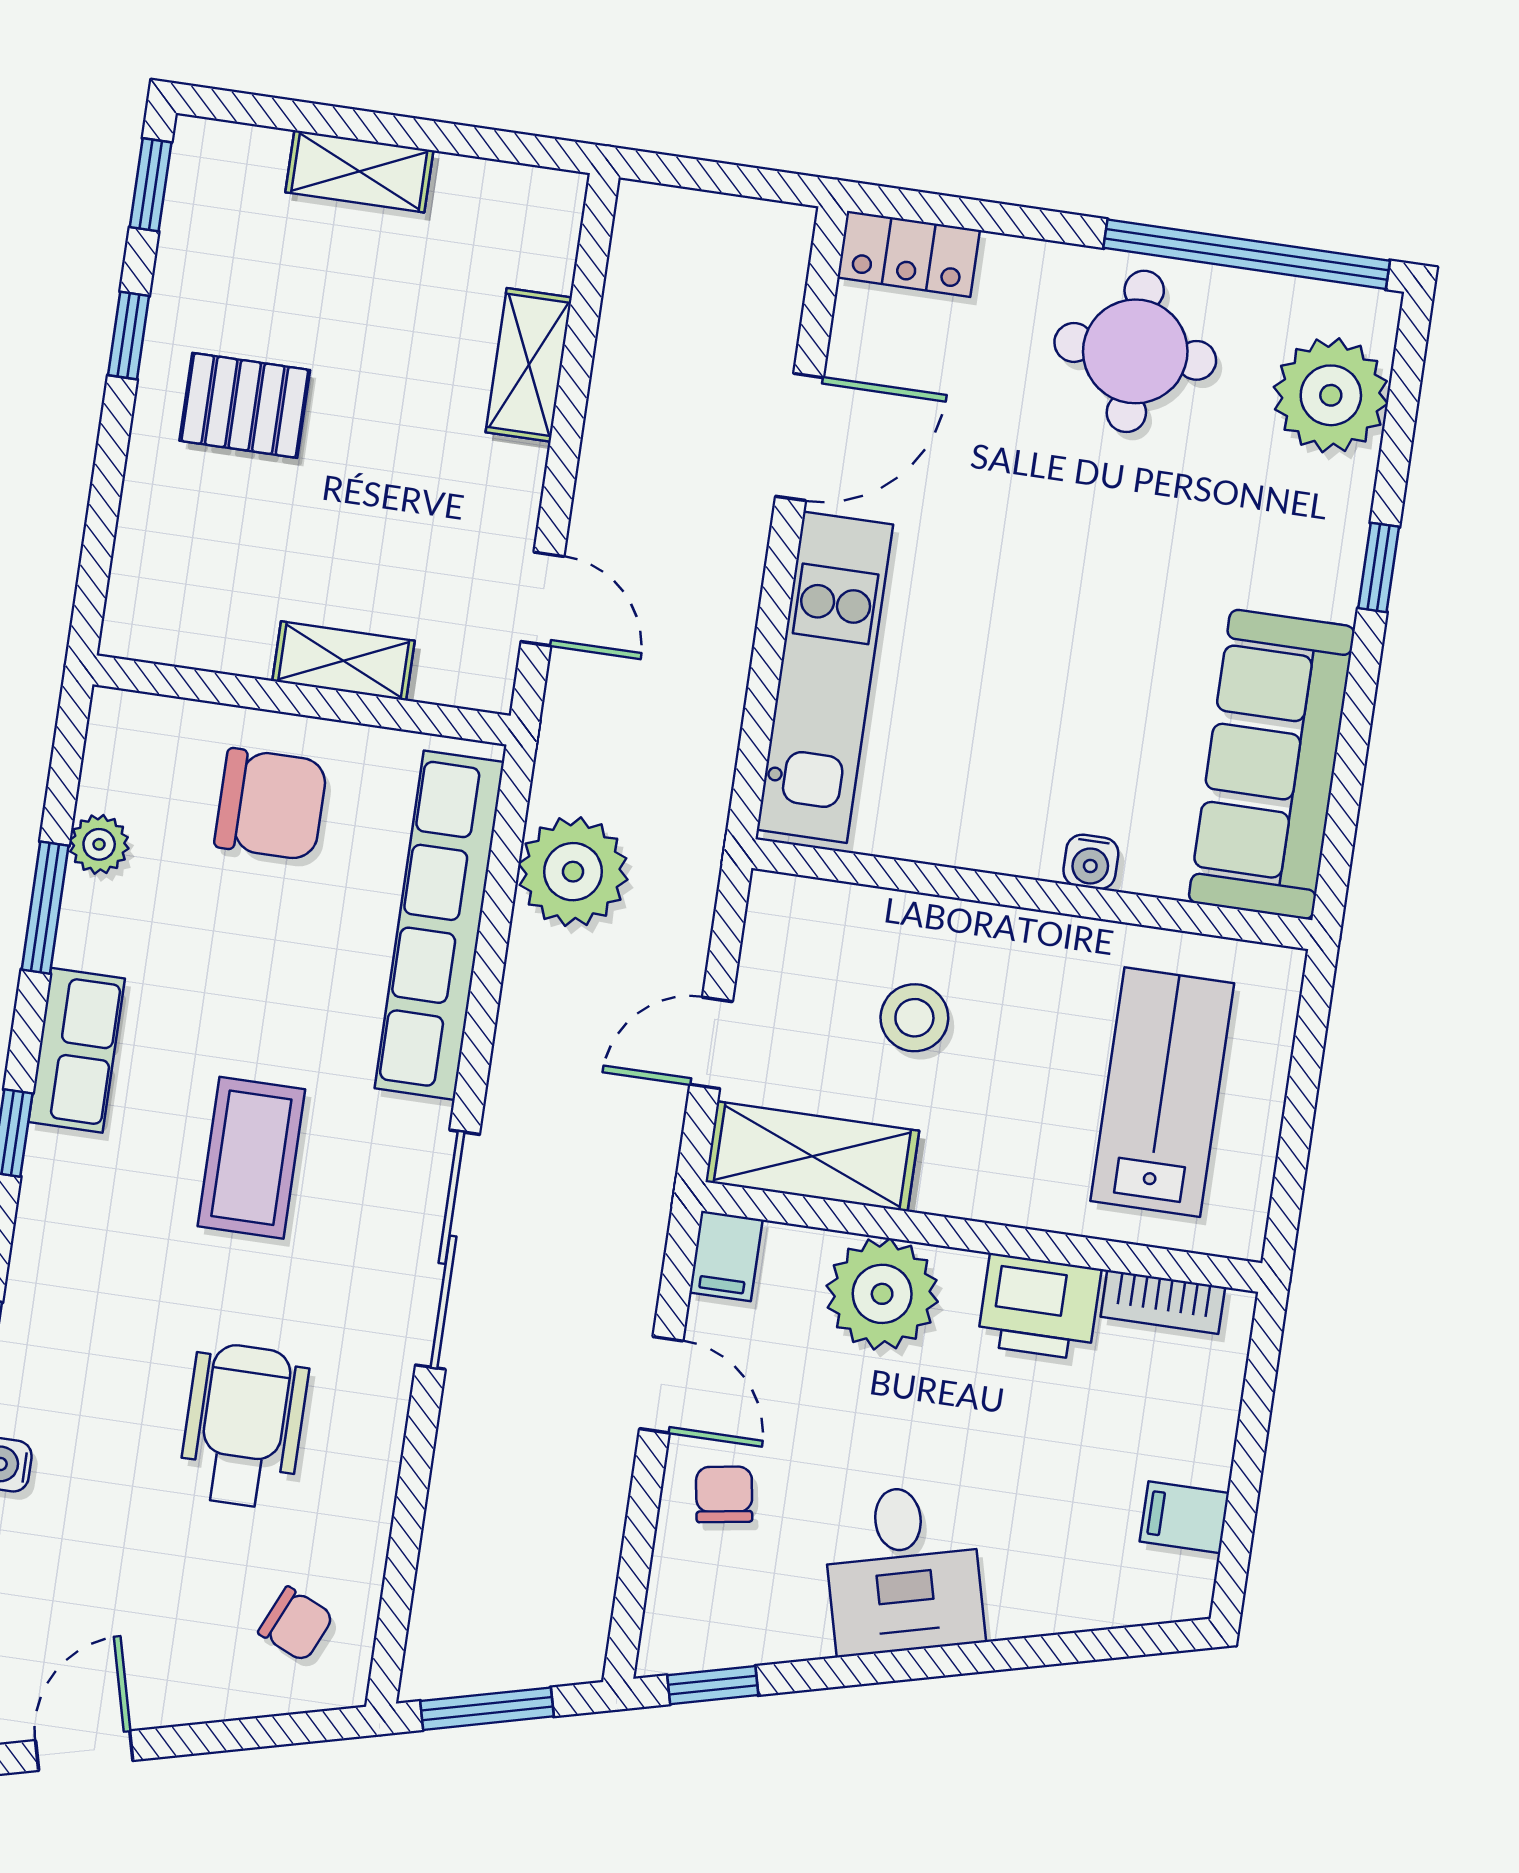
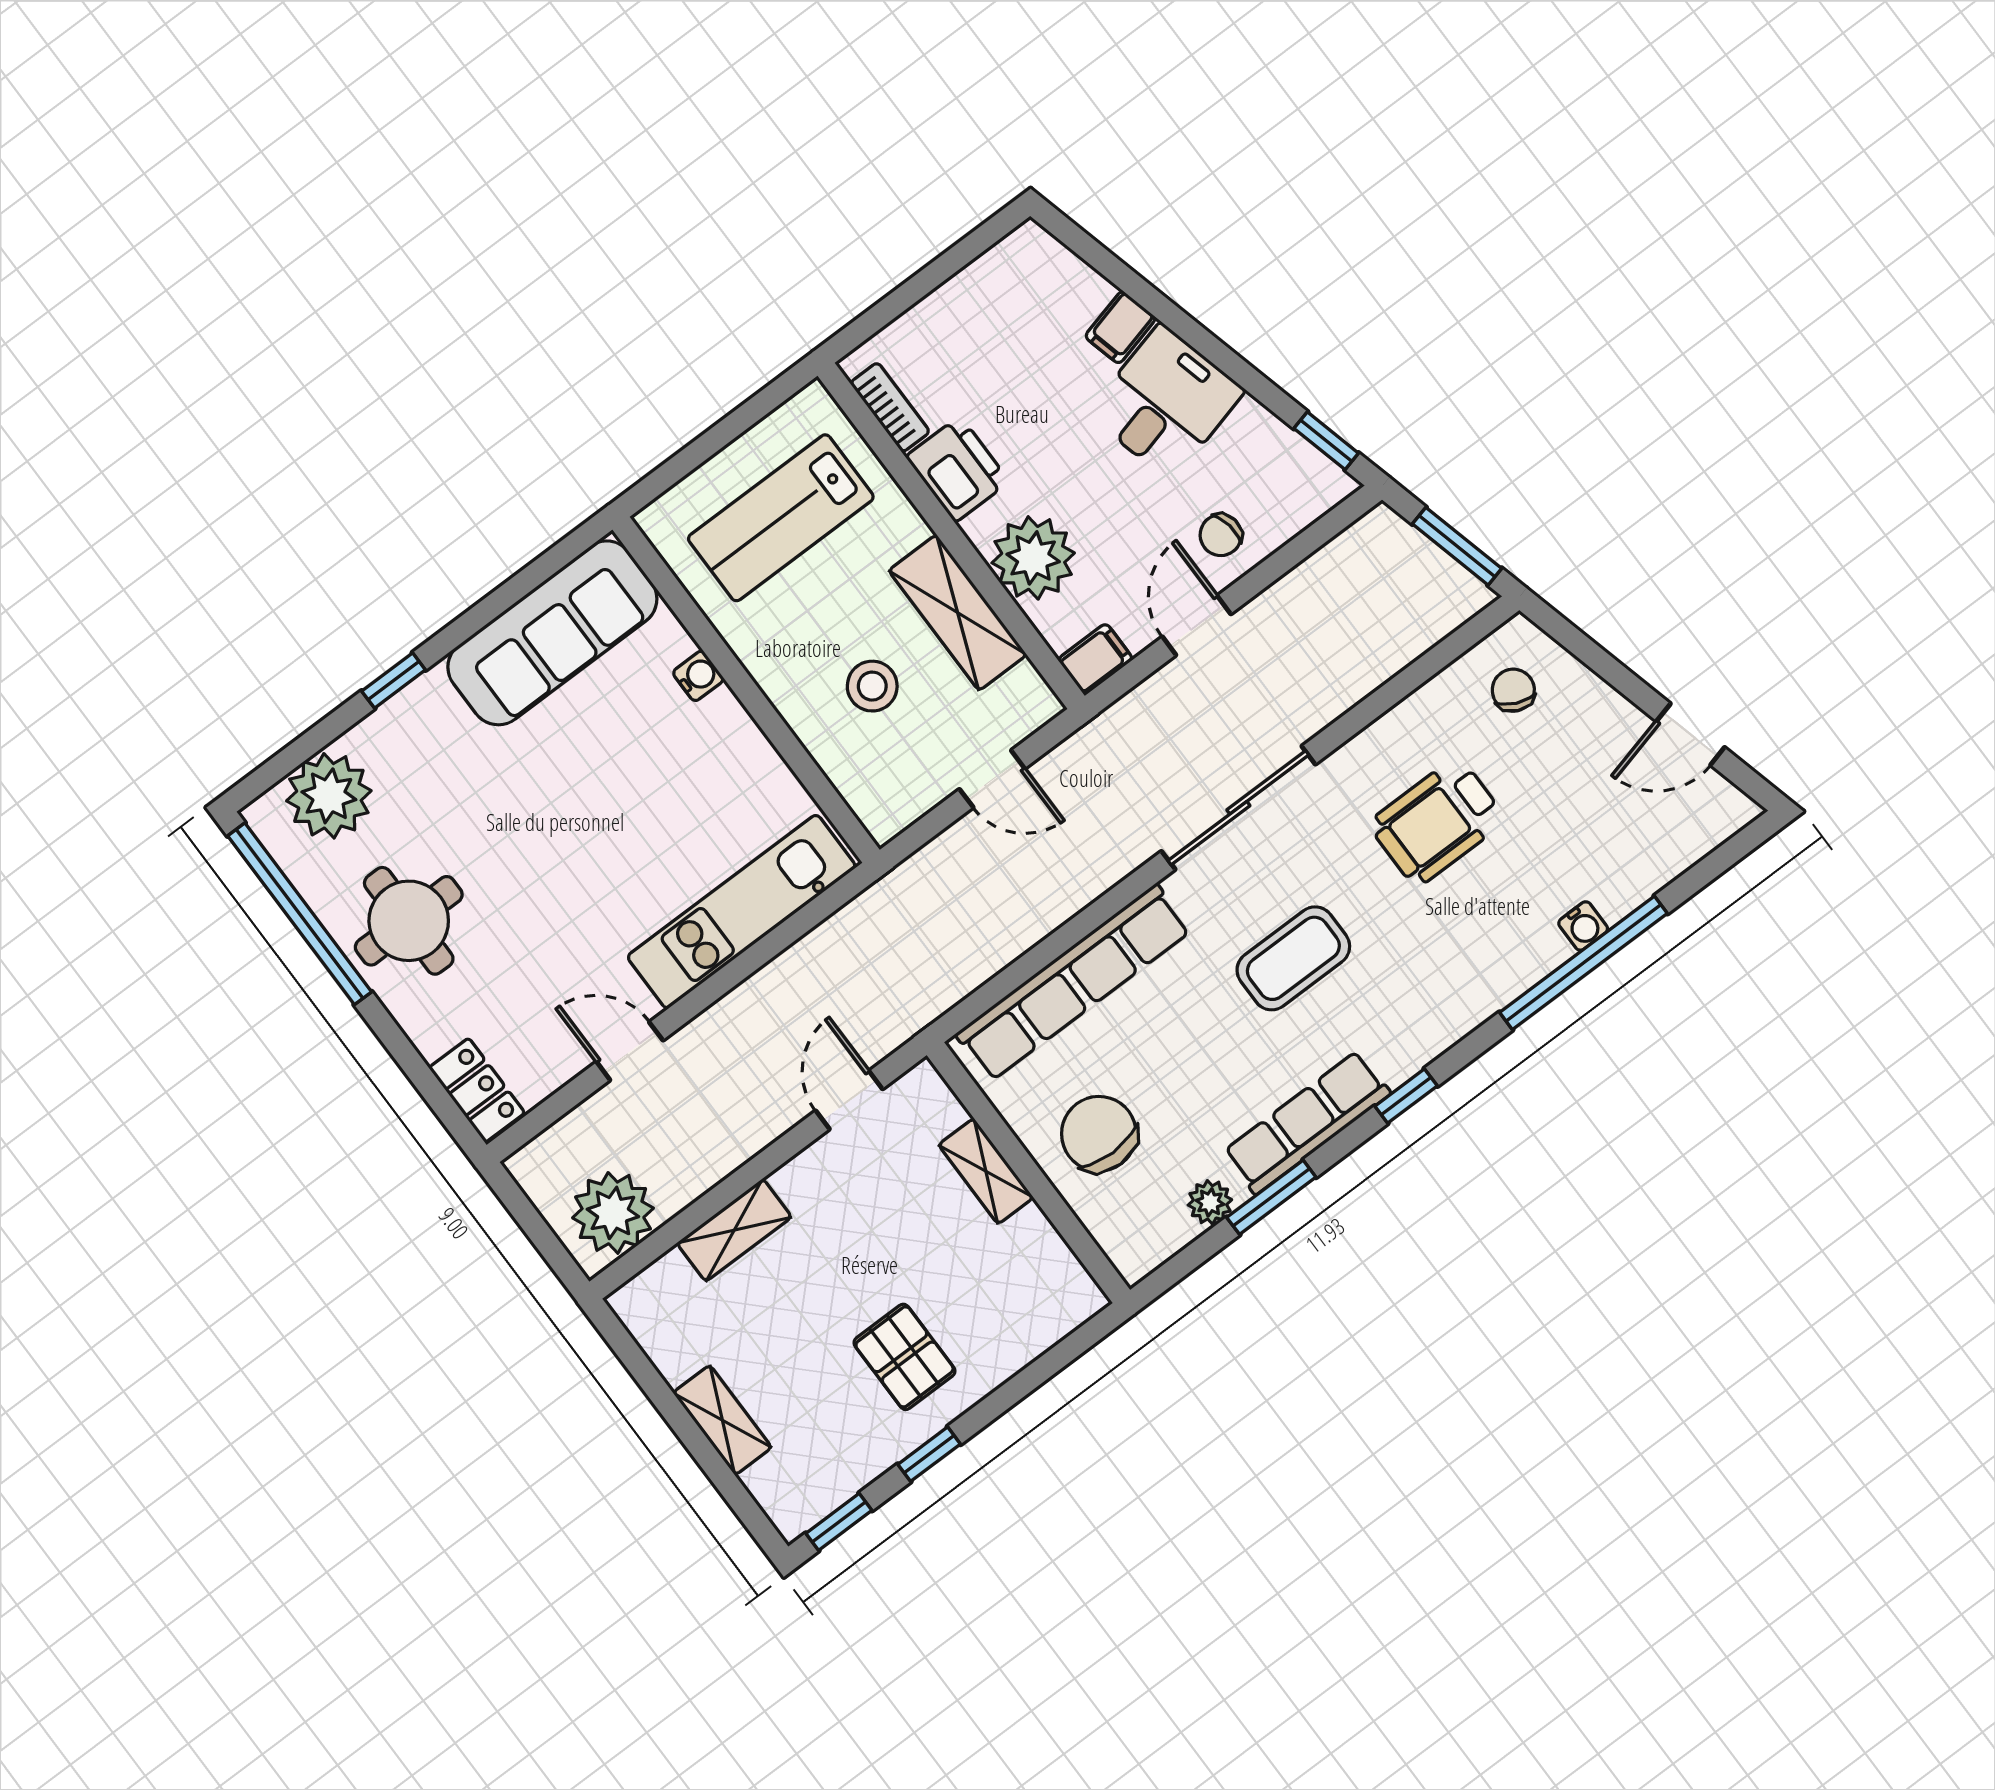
door: (800, 437) -> (630, 1051), width x0.73
plant: (573, 872) -> (613, 1213), moved
row of seats: (77, 1050) -> (1307, 1123), width x1.48
shelving: (812, 1156) -> (958, 613), moved
filing cabinet: (1184, 1517) -> (1120, 327), moved, turned 76

